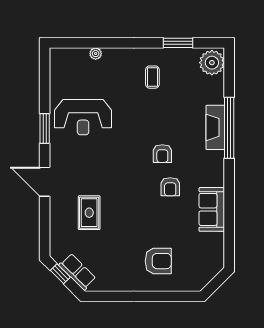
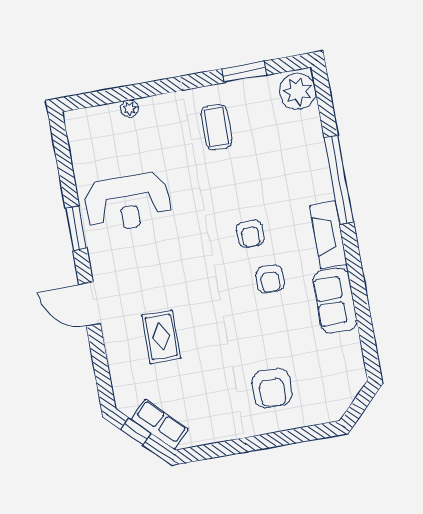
coffee table: (152, 77) -> (216, 127), width x1.36, depth x1.30
fireplace: (215, 127) -> (328, 235), moved
armchair: (158, 261) -> (272, 388), turned 90

